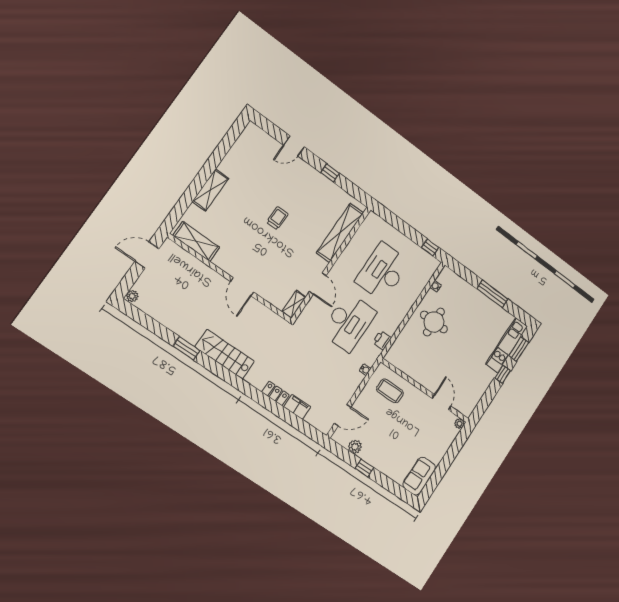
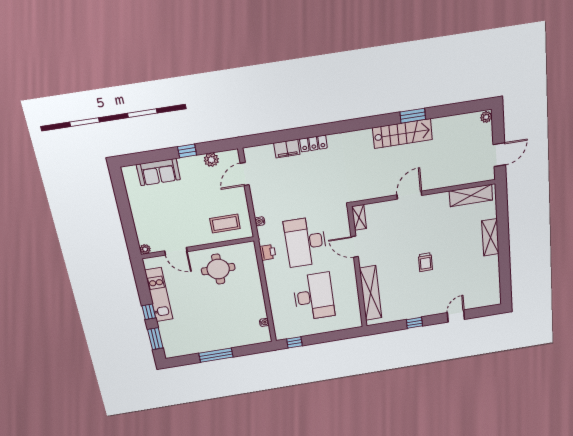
door: (242, 287) -> (409, 195), hinge flipped
round table: (434, 322) -> (218, 269), moved
kitchen unit: (507, 345) -> (159, 295), moved
stairs: (225, 354) -> (403, 134), moved
sofa: (419, 476) -> (158, 172), moved, turned 90

